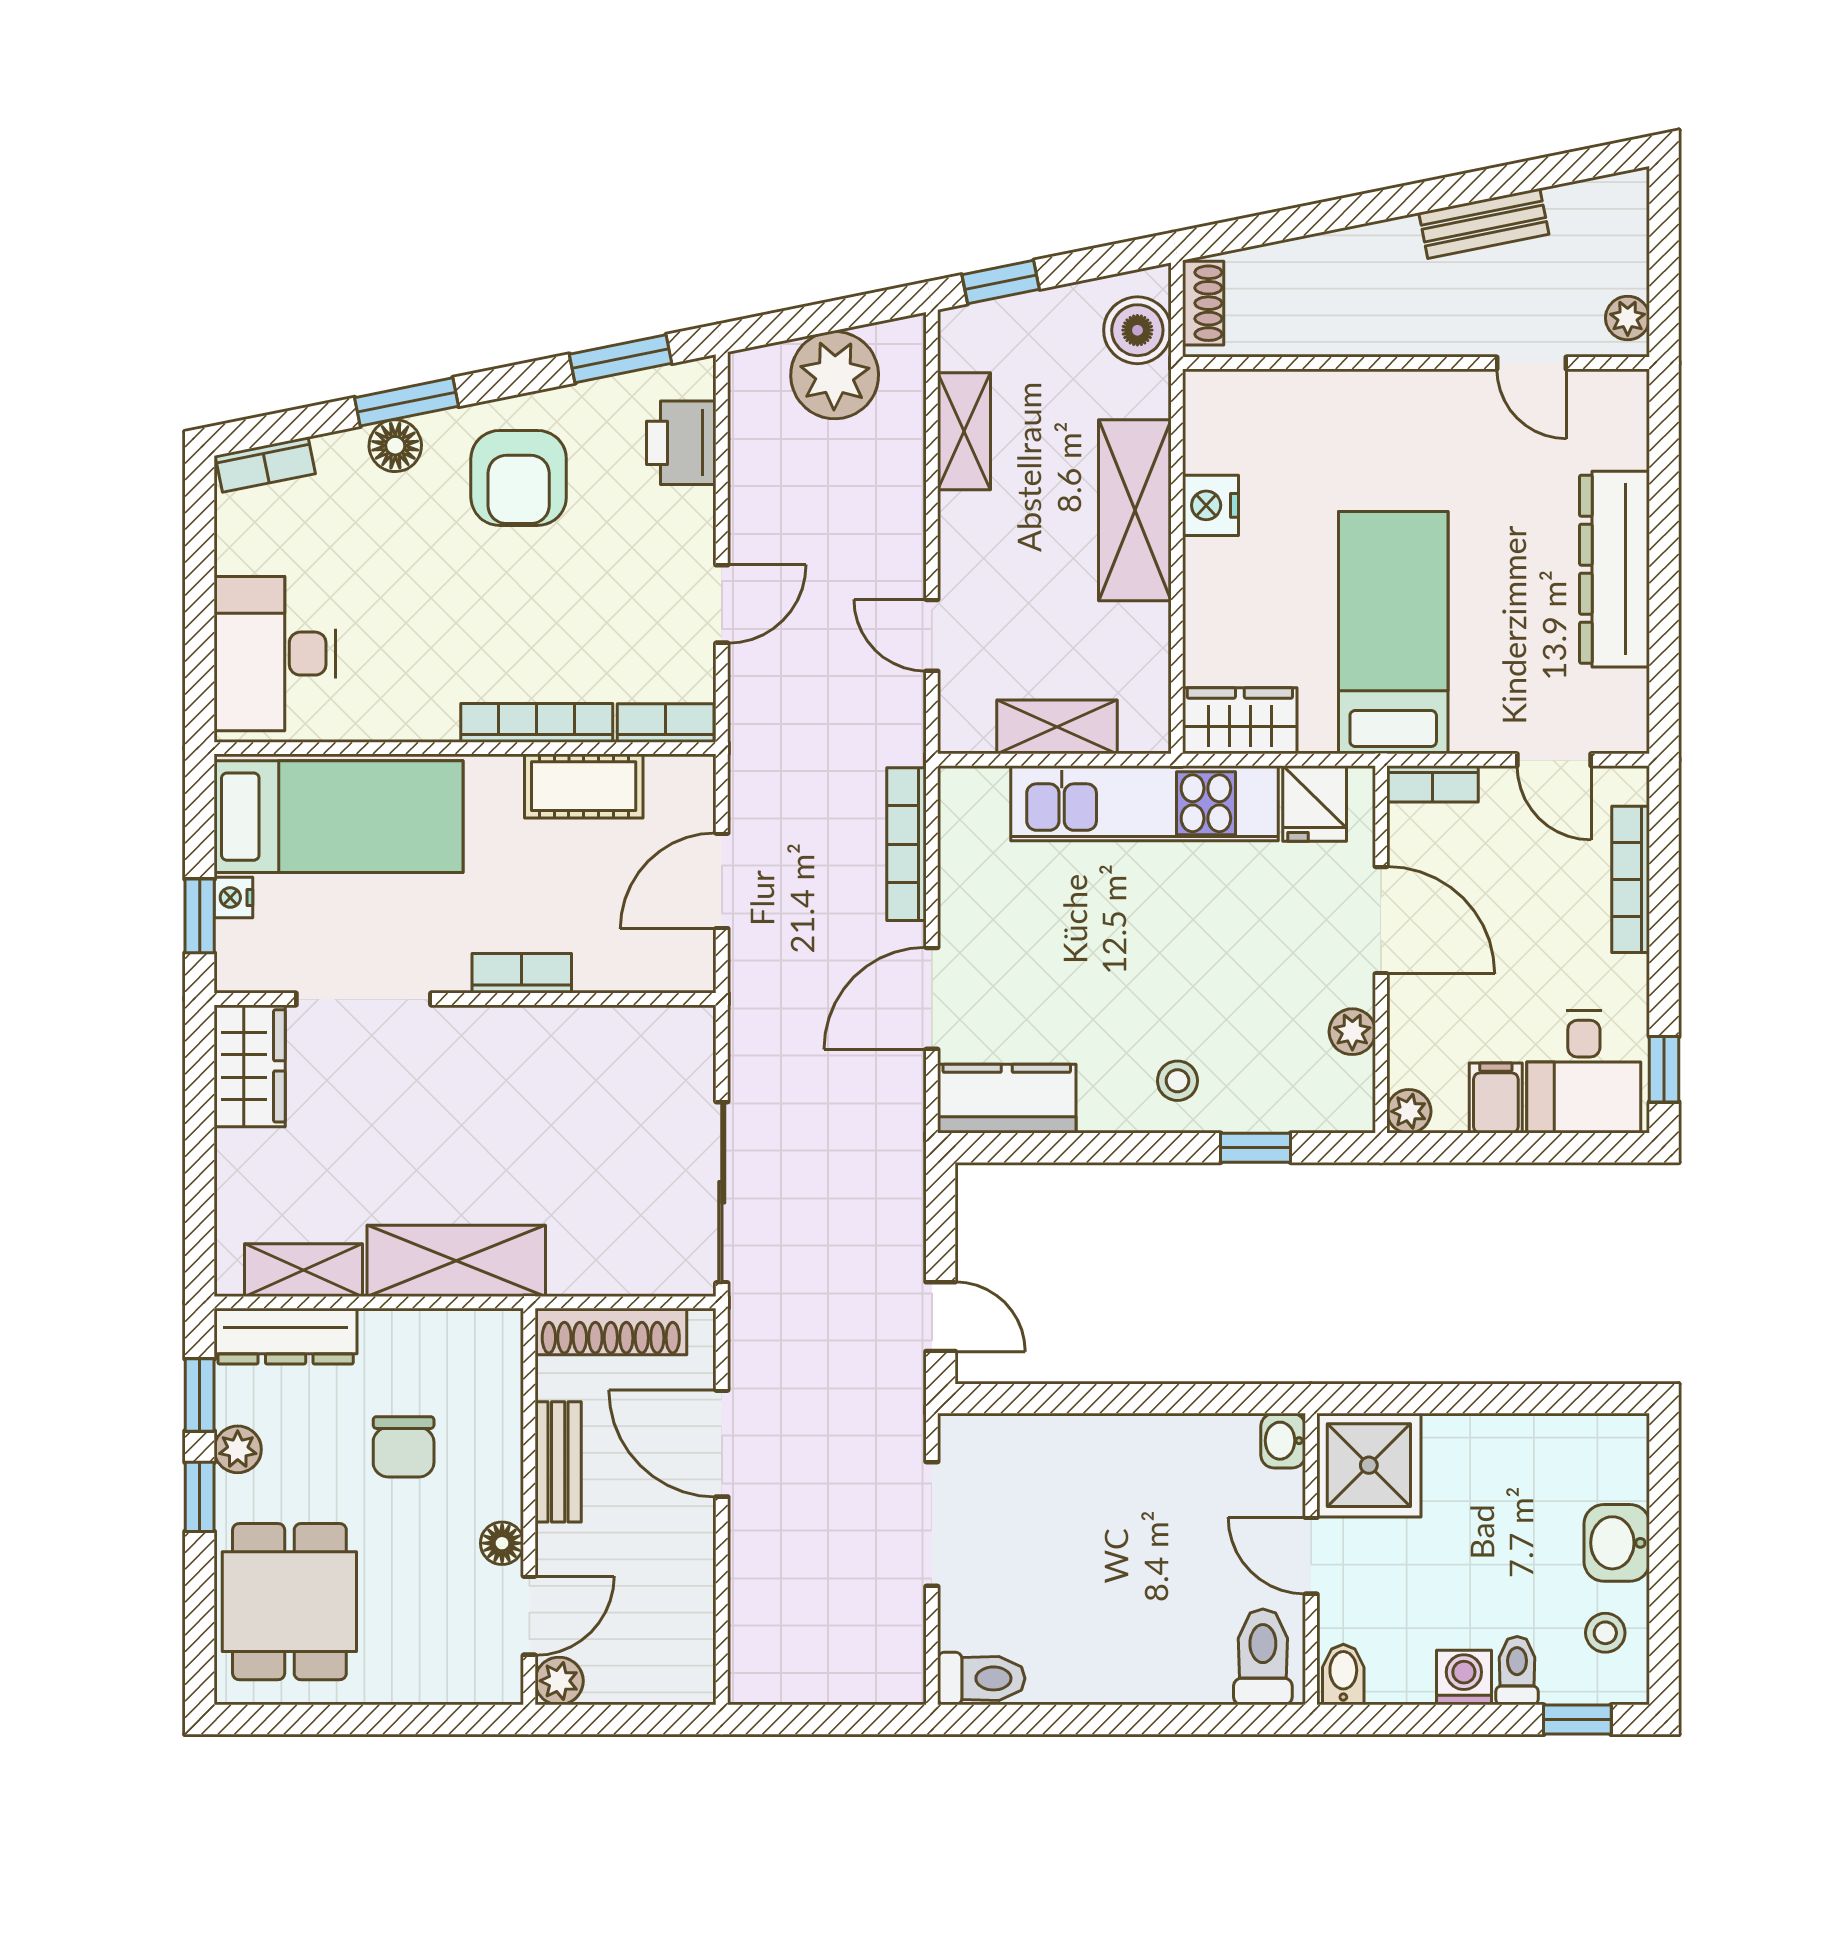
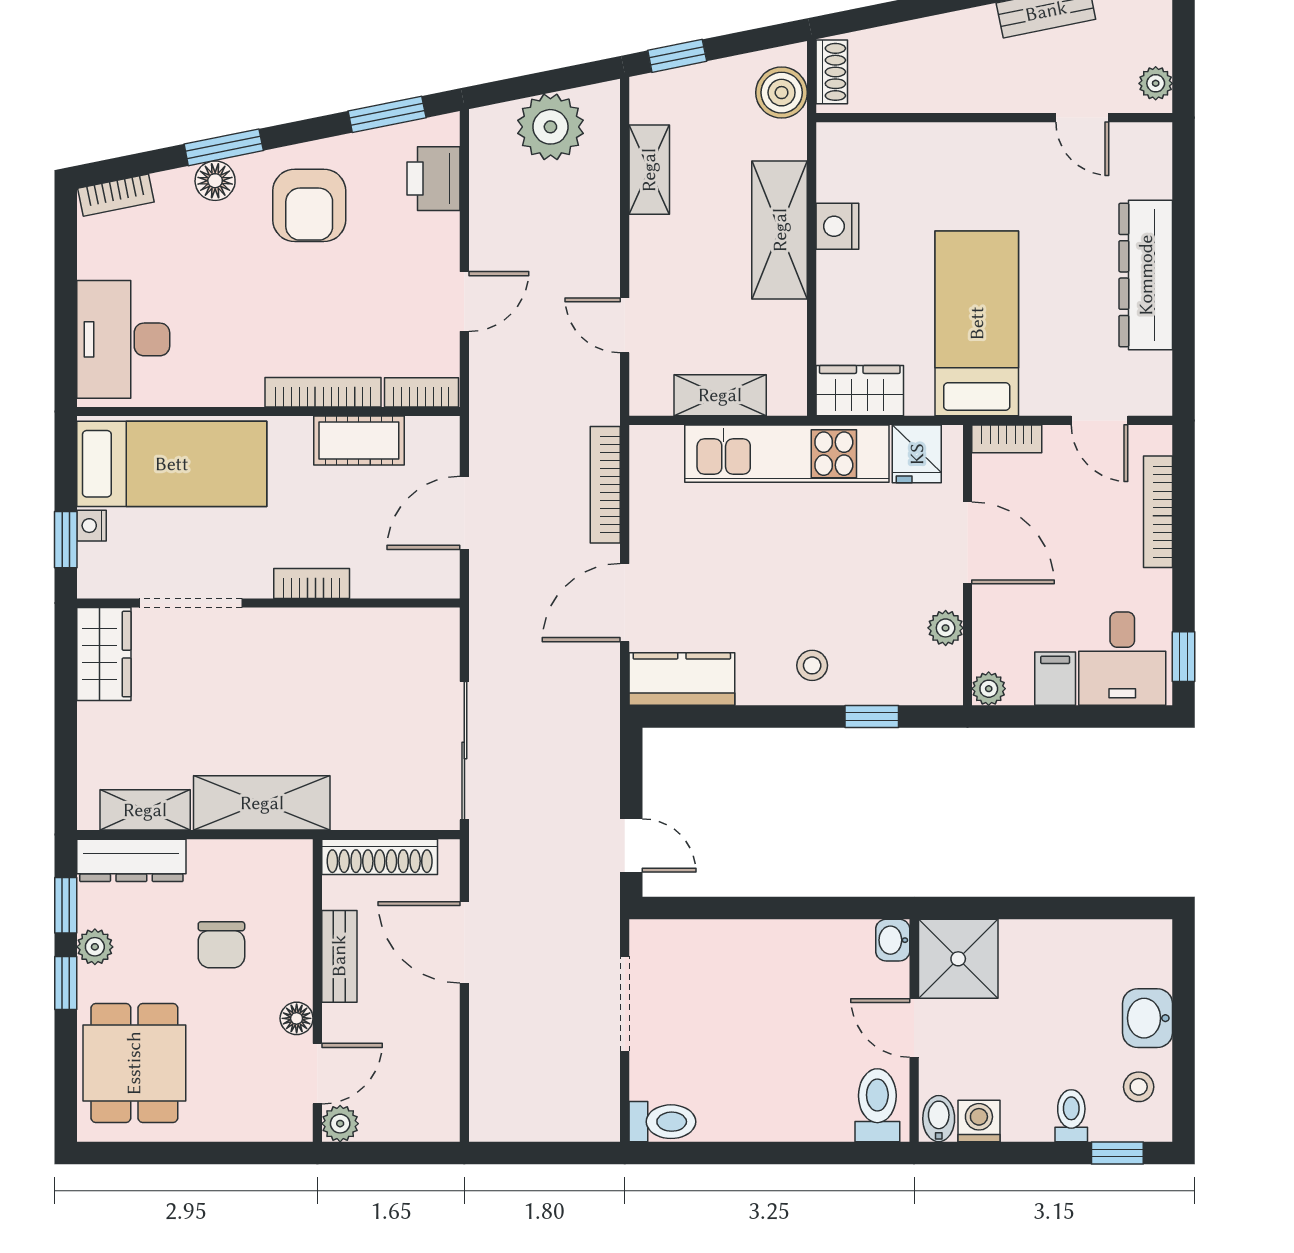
washing machine: (1464, 1678) -> (979, 1121), moved

